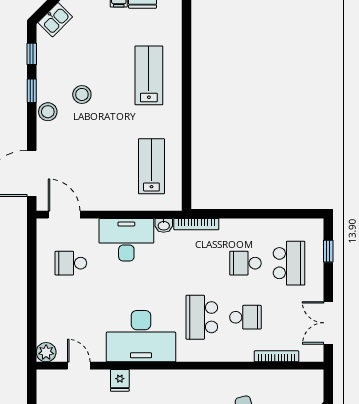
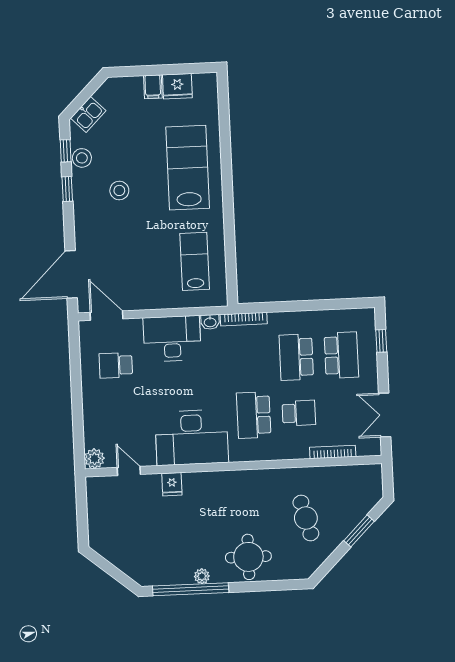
lab bench: (149, 75) -> (188, 168), width x1.36, depth x1.39
stool: (48, 112) -> (82, 158), moved
school desk: (245, 263) -> (296, 357), width x1.85

